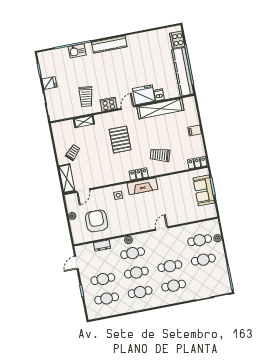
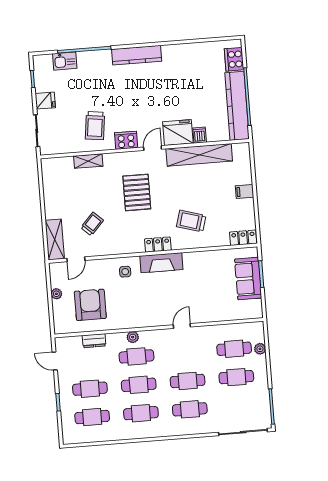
kitchen sink: (77, 51) -> (65, 61), moved
trolley: (73, 152) -> (92, 224), moved
door: (76, 263) -> (55, 361), hinge flipped

